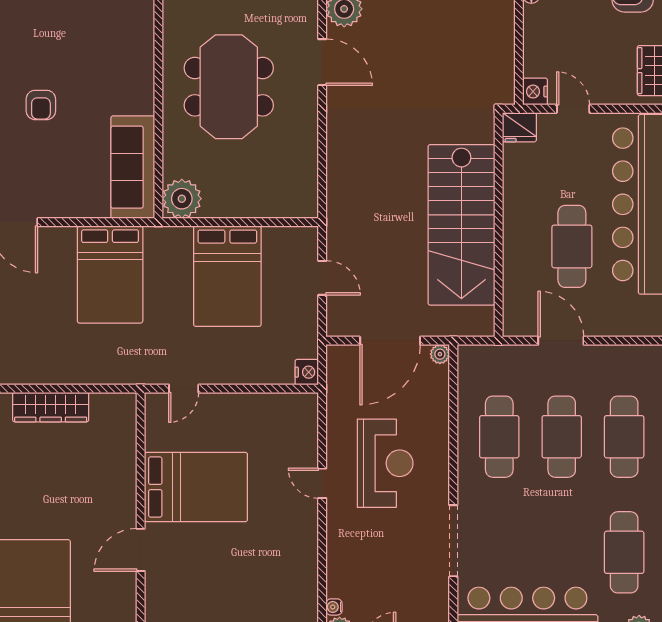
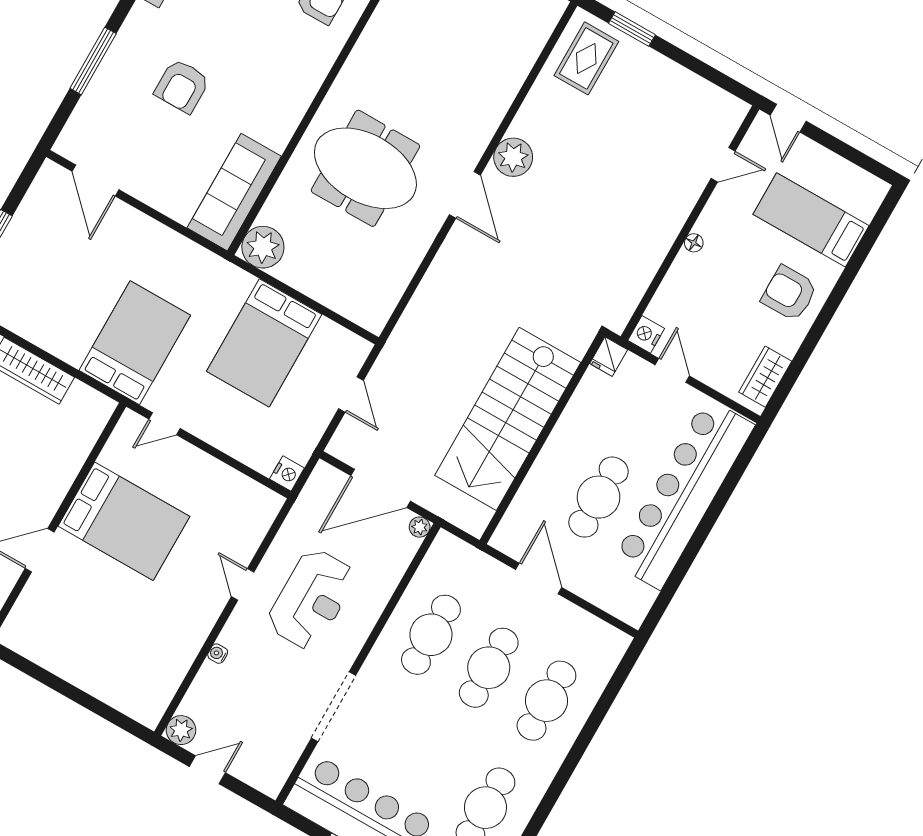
meeting table: (229, 87) -> (365, 168), turned 90
armchair: (41, 105) -> (182, 86), width x1.38, depth x1.38
fridge: (519, 127) -> (609, 357), width x0.72
bed: (110, 275) -> (135, 343), moved, turned 180
water cooler: (334, 607) -> (218, 654), moved

